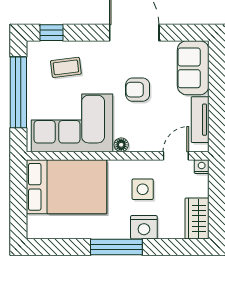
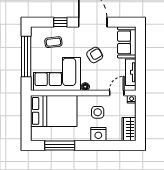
window: (52, 33) -> (60, 22), moved
armchair: (138, 90) -> (95, 55), turned 149
window: (116, 247) -> (60, 146), moved

